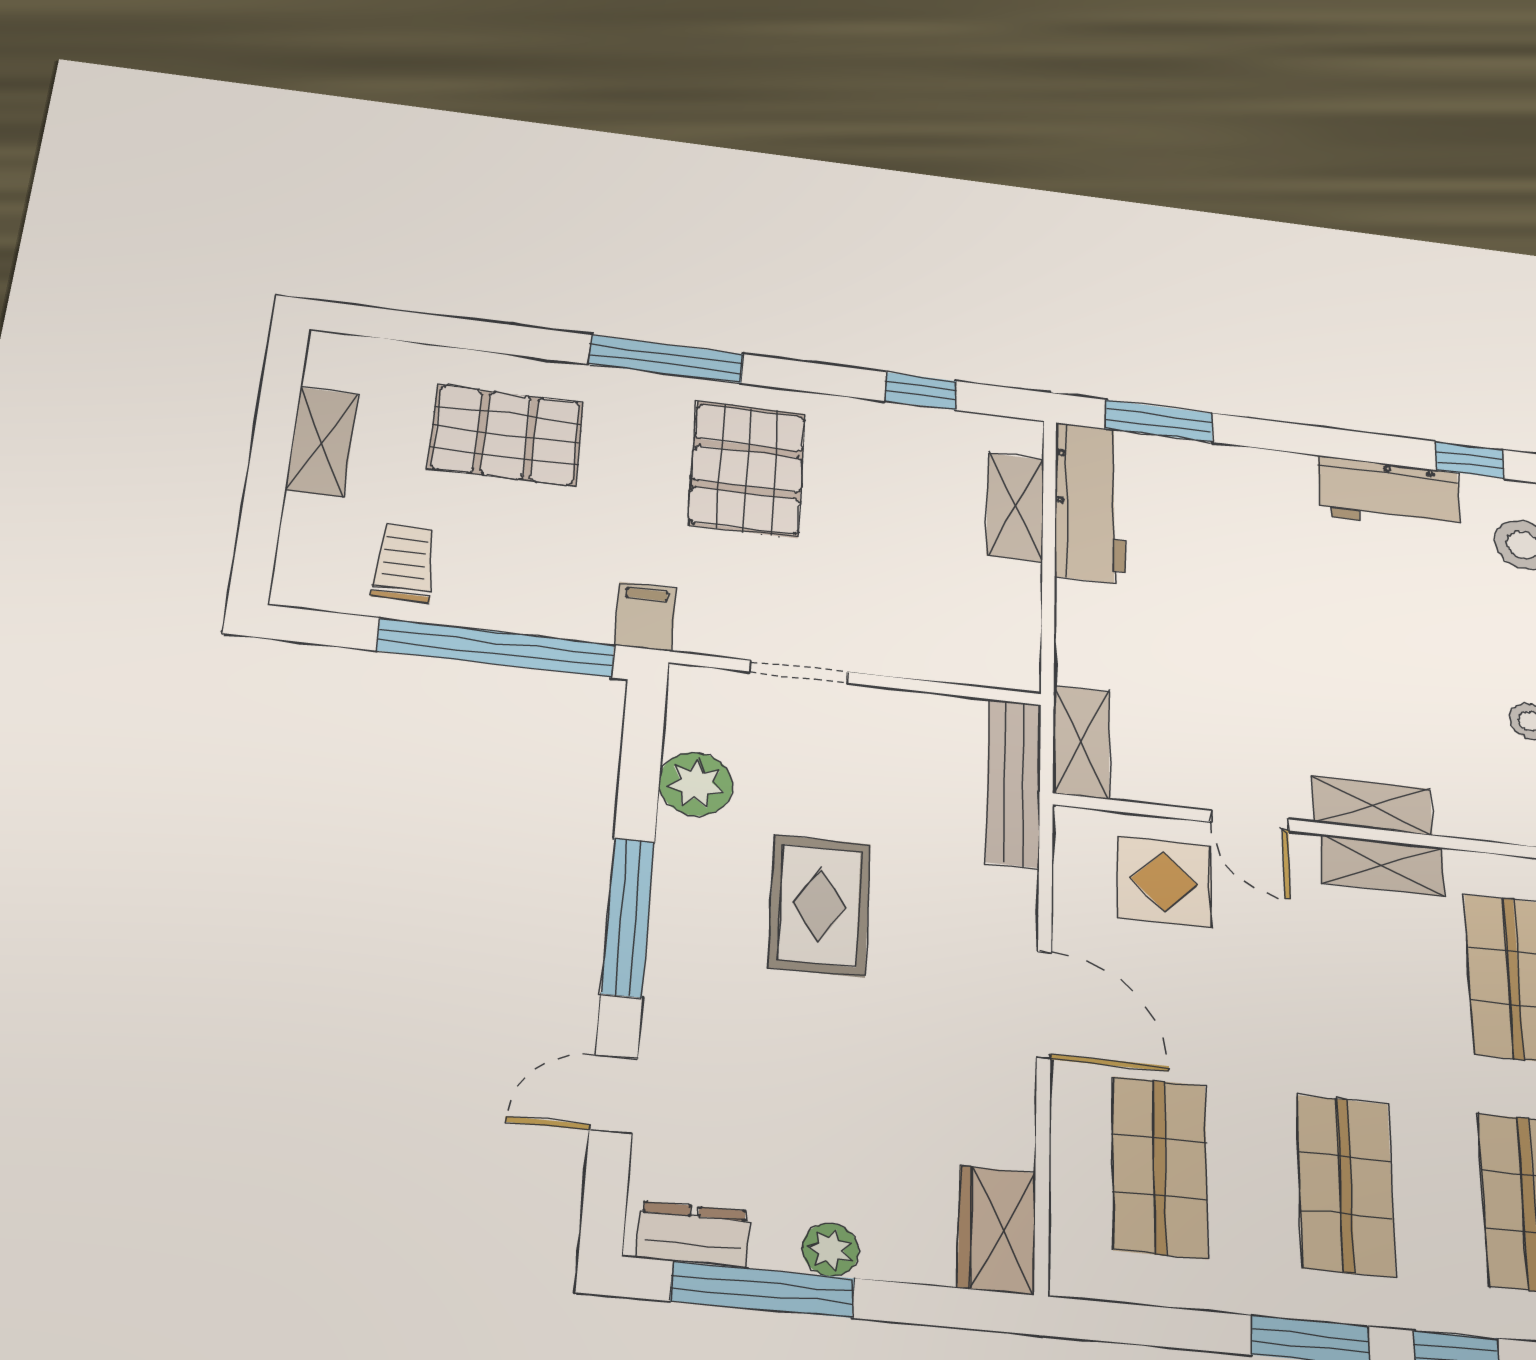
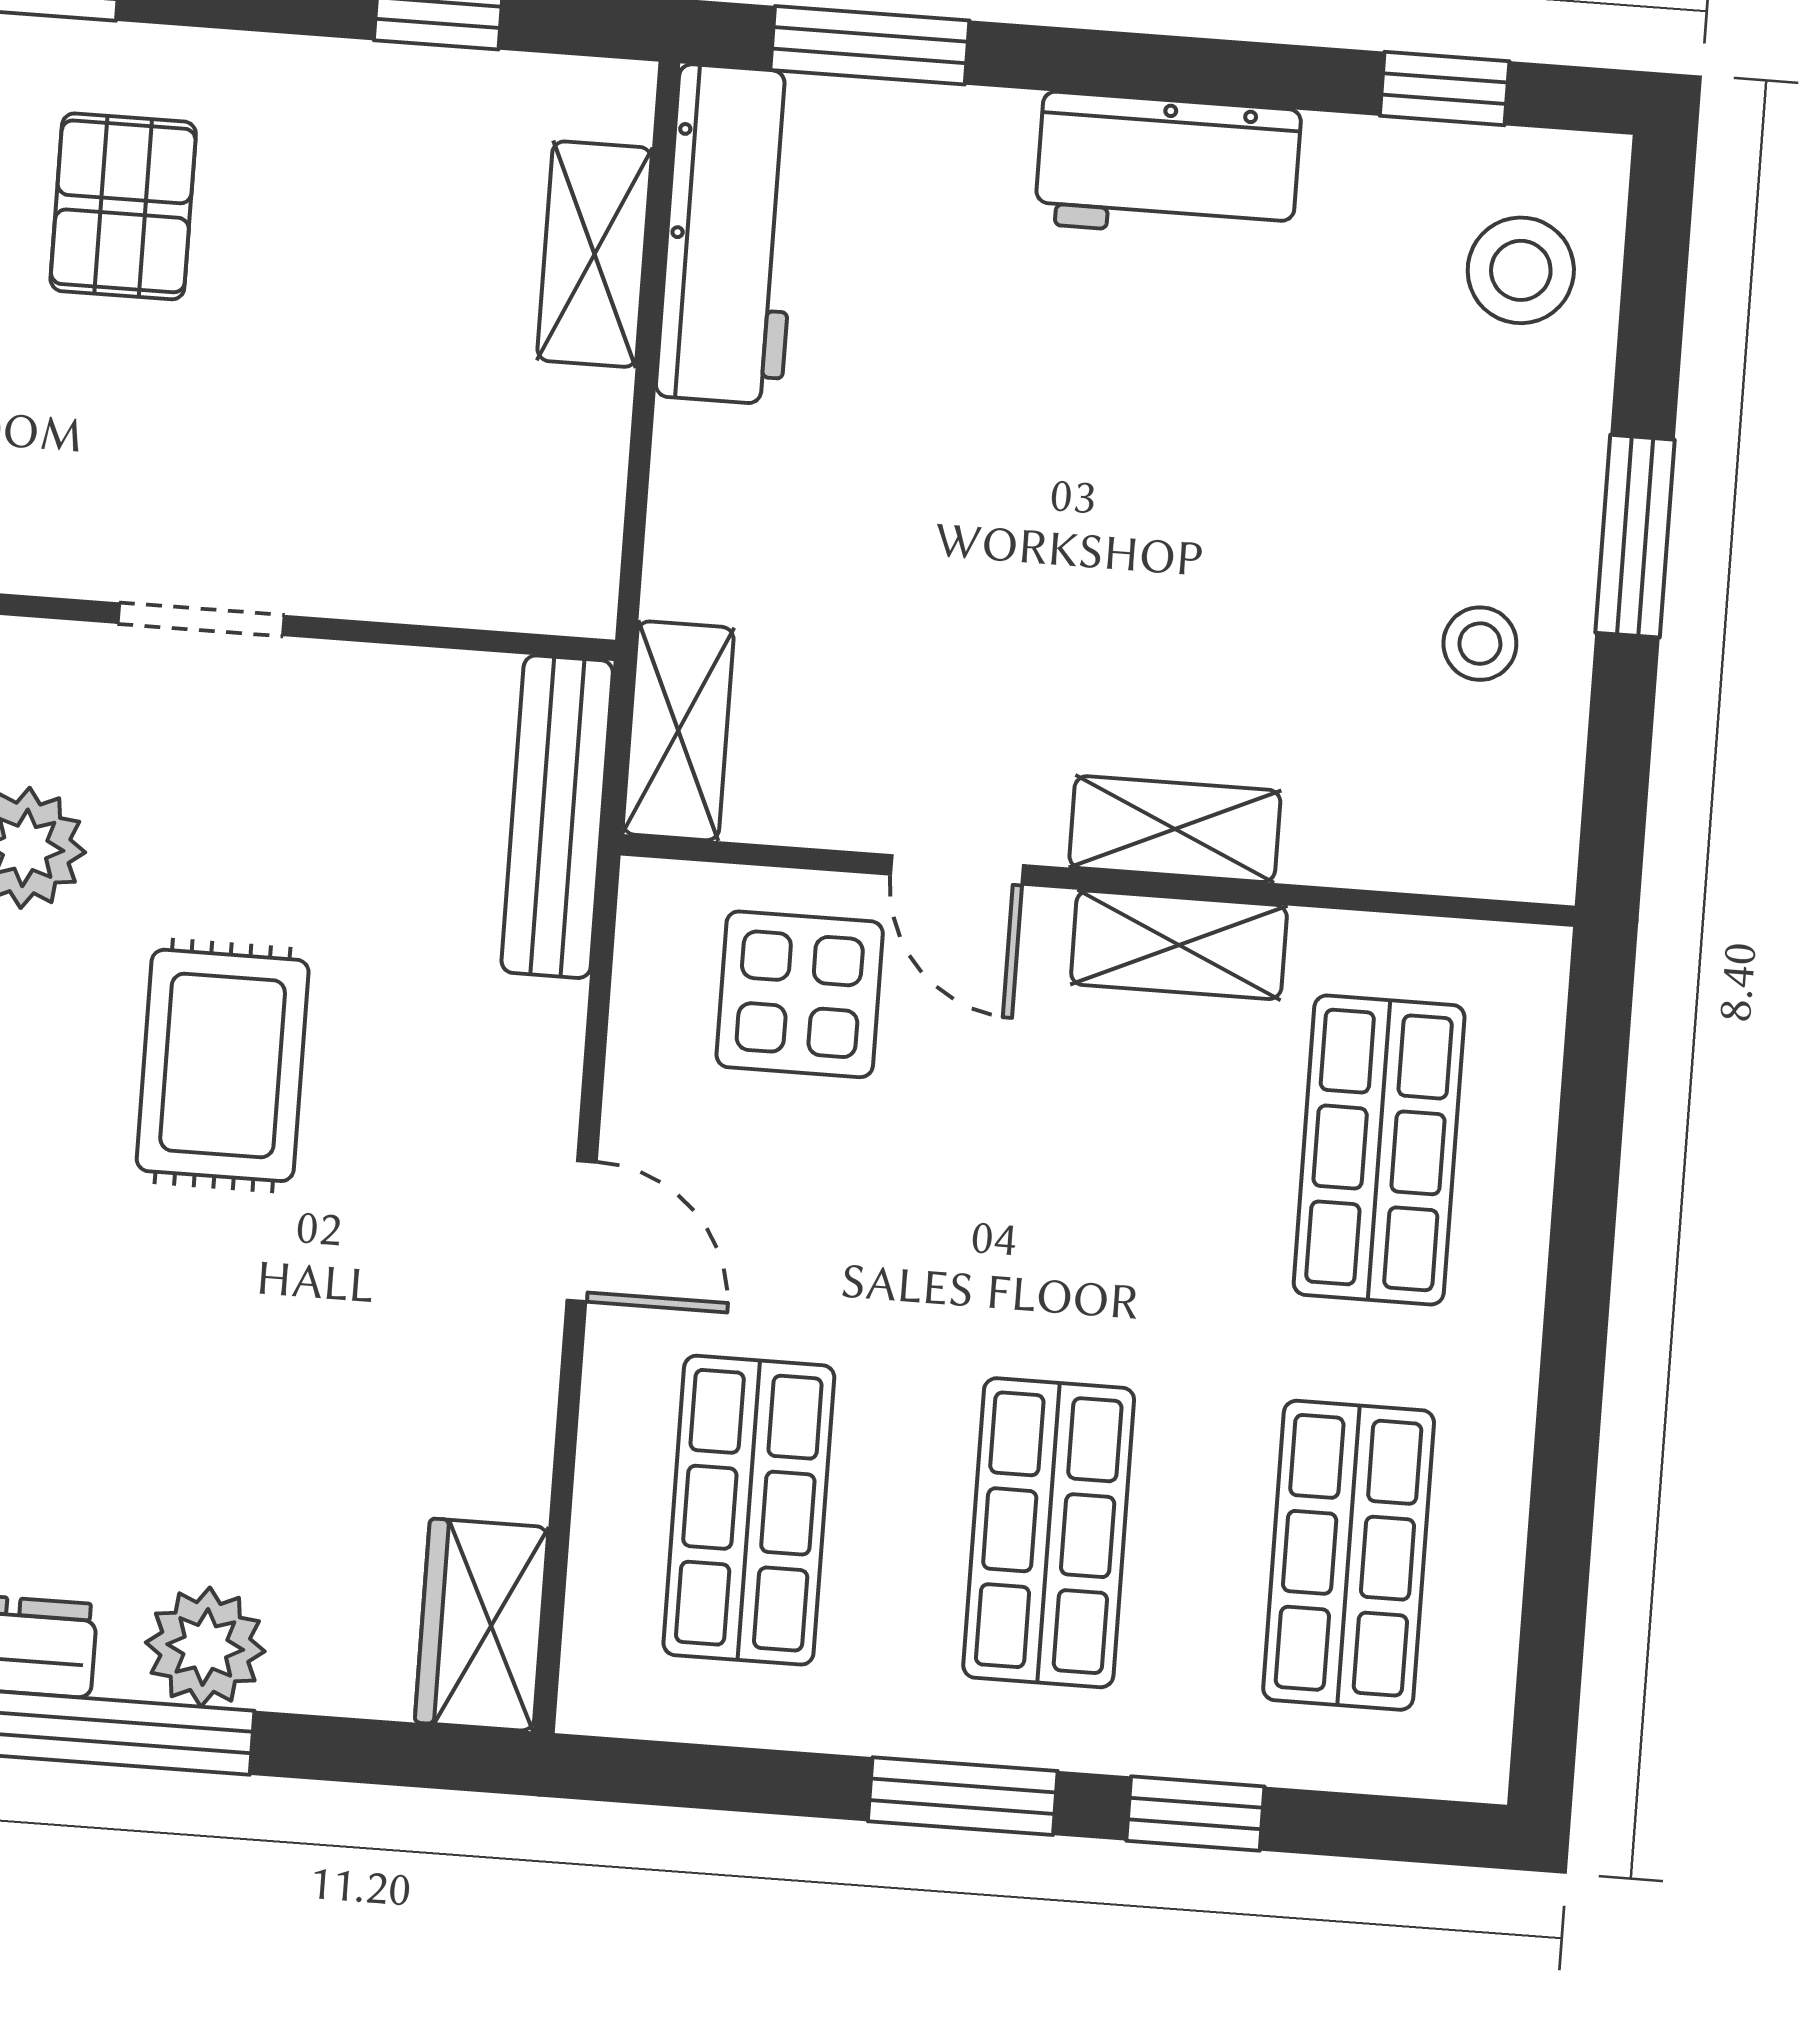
pallet: (747, 469) -> (123, 206), width x0.67, depth x0.71
workbench: (1389, 494) -> (1168, 167), moved
door: (1044, 1005) -> (582, 1231), width x0.73
plant: (830, 1250) -> (205, 1647), width x1.38, depth x1.38

